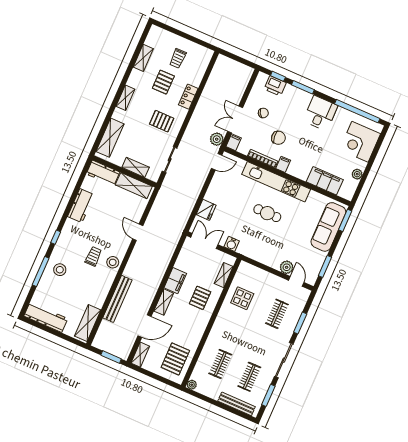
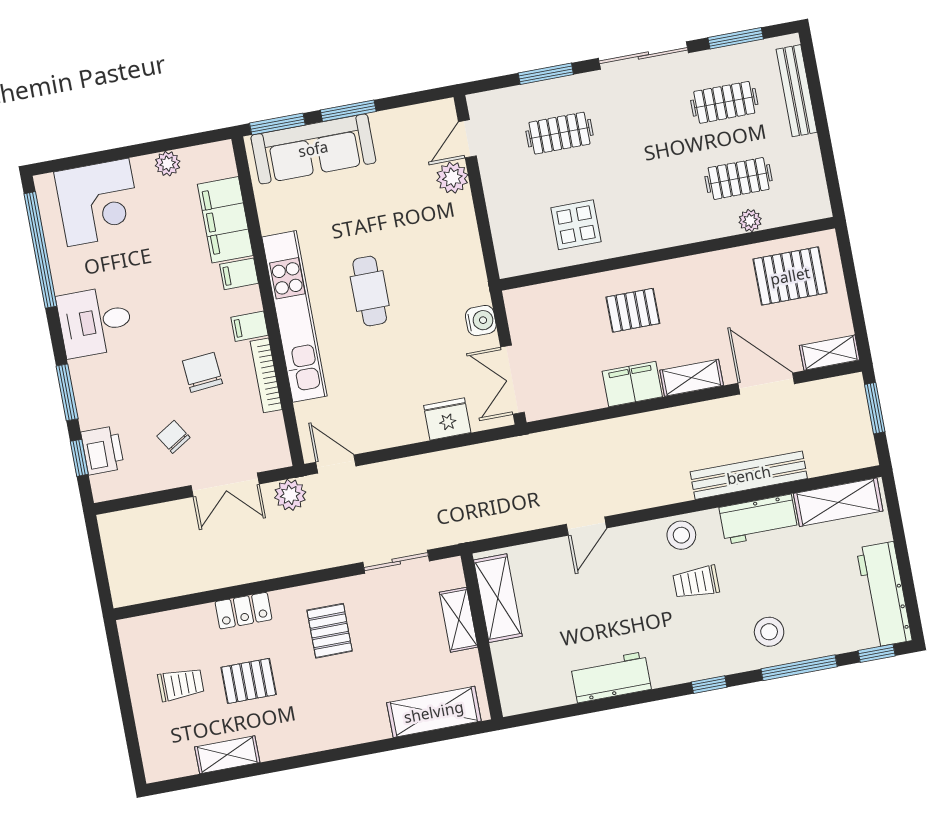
shelving: (125, 98) -> (332, 736), removed
filing cabinet: (234, 142) -> (239, 274), moved
workbench: (103, 173) -> (758, 519), moved, turned 90
window: (325, 266) -> (348, 111), moved
shelving: (224, 275) -> (555, 294), removed
window: (28, 301) -> (877, 653), added
plant: (192, 385) -> (750, 221), moved

